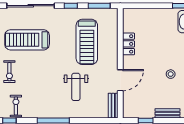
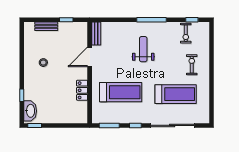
treadmill: (87, 42) -> (121, 92), turned 90
weight bench: (76, 87) -> (143, 49), moved

